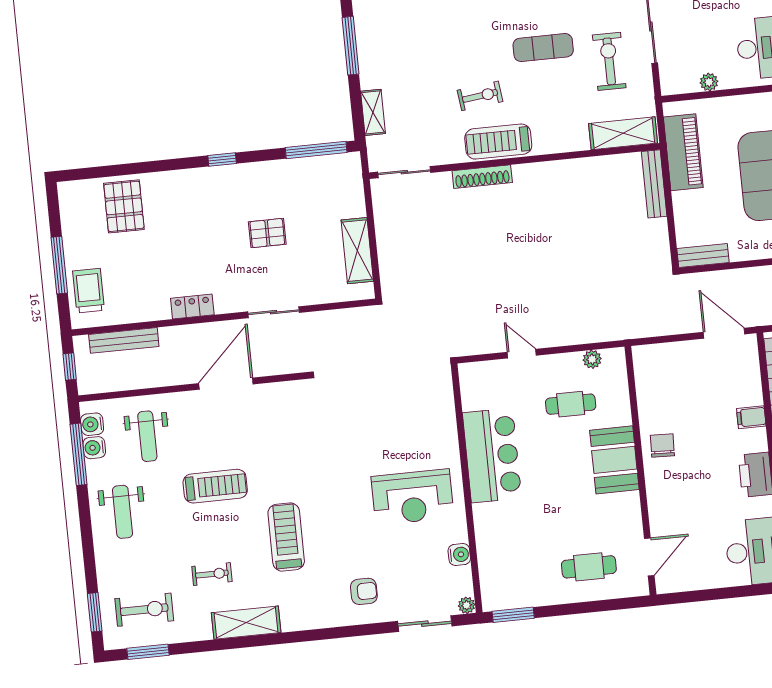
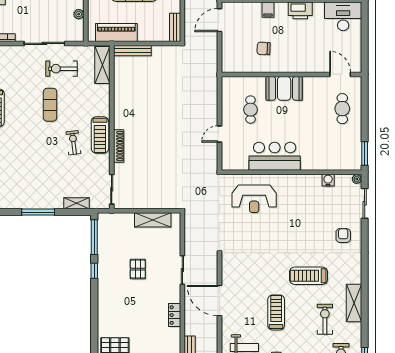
window: (222, 160) -> (94, 271), moved
plant: (592, 359) -> (227, 95), removed
chair: (662, 445) -> (264, 48), moved
reception desk: (413, 497) -> (254, 199), moved, turned 90
exercise bike: (212, 574) -> (325, 319), width x1.38, depth x1.39

